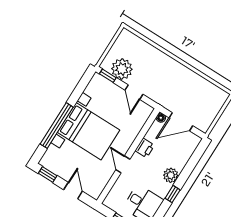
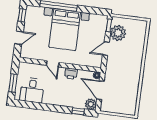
door: (123, 164) -> (53, 64), swing flipped
plant: (171, 175) -> (91, 104), moved
window: (173, 194) -> (78, 111), moved

